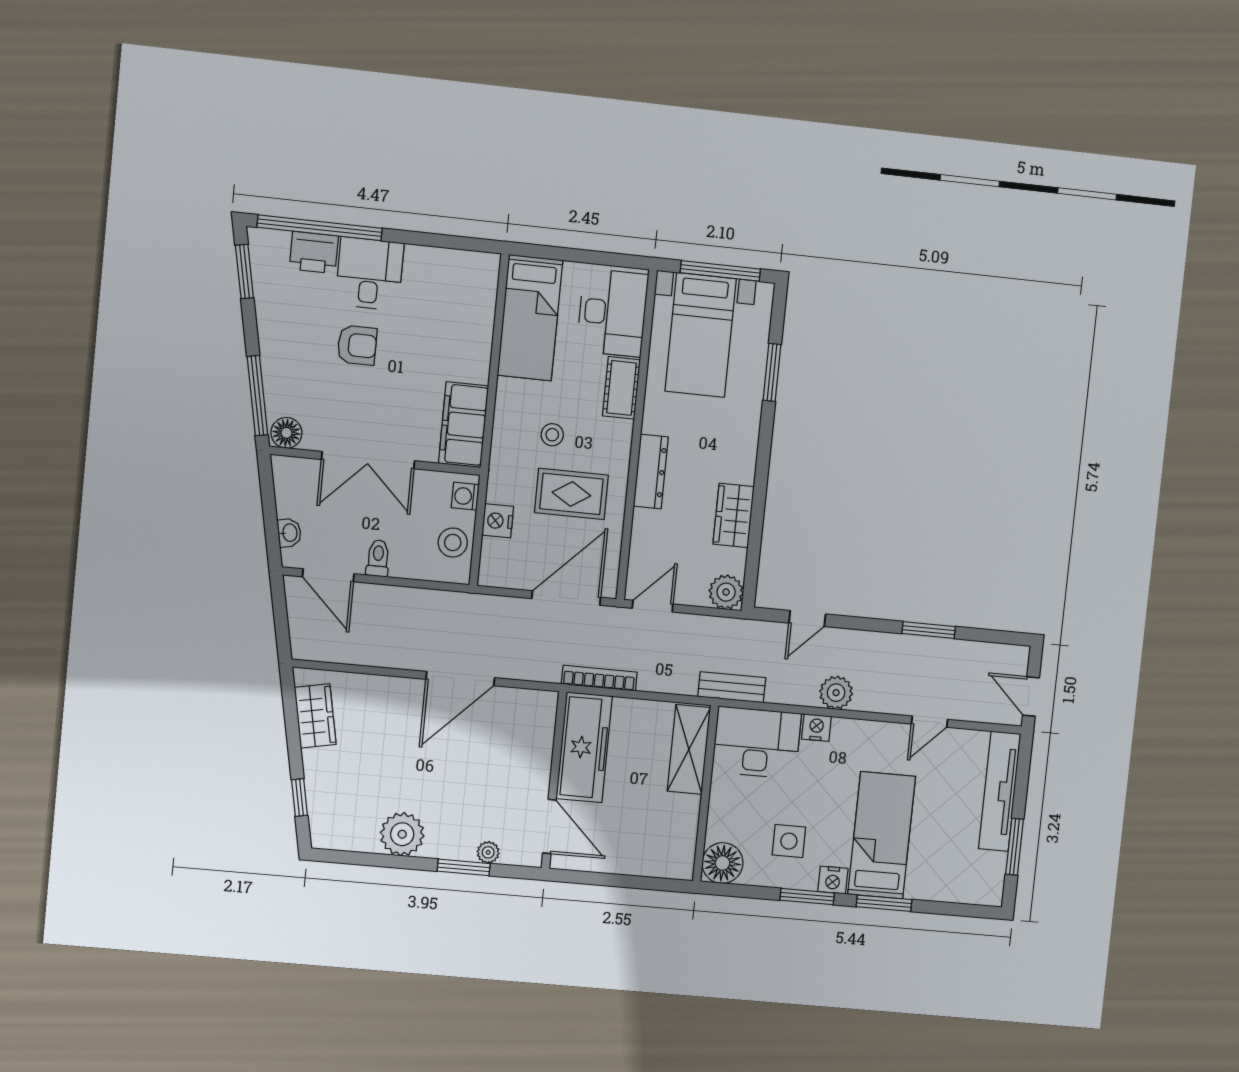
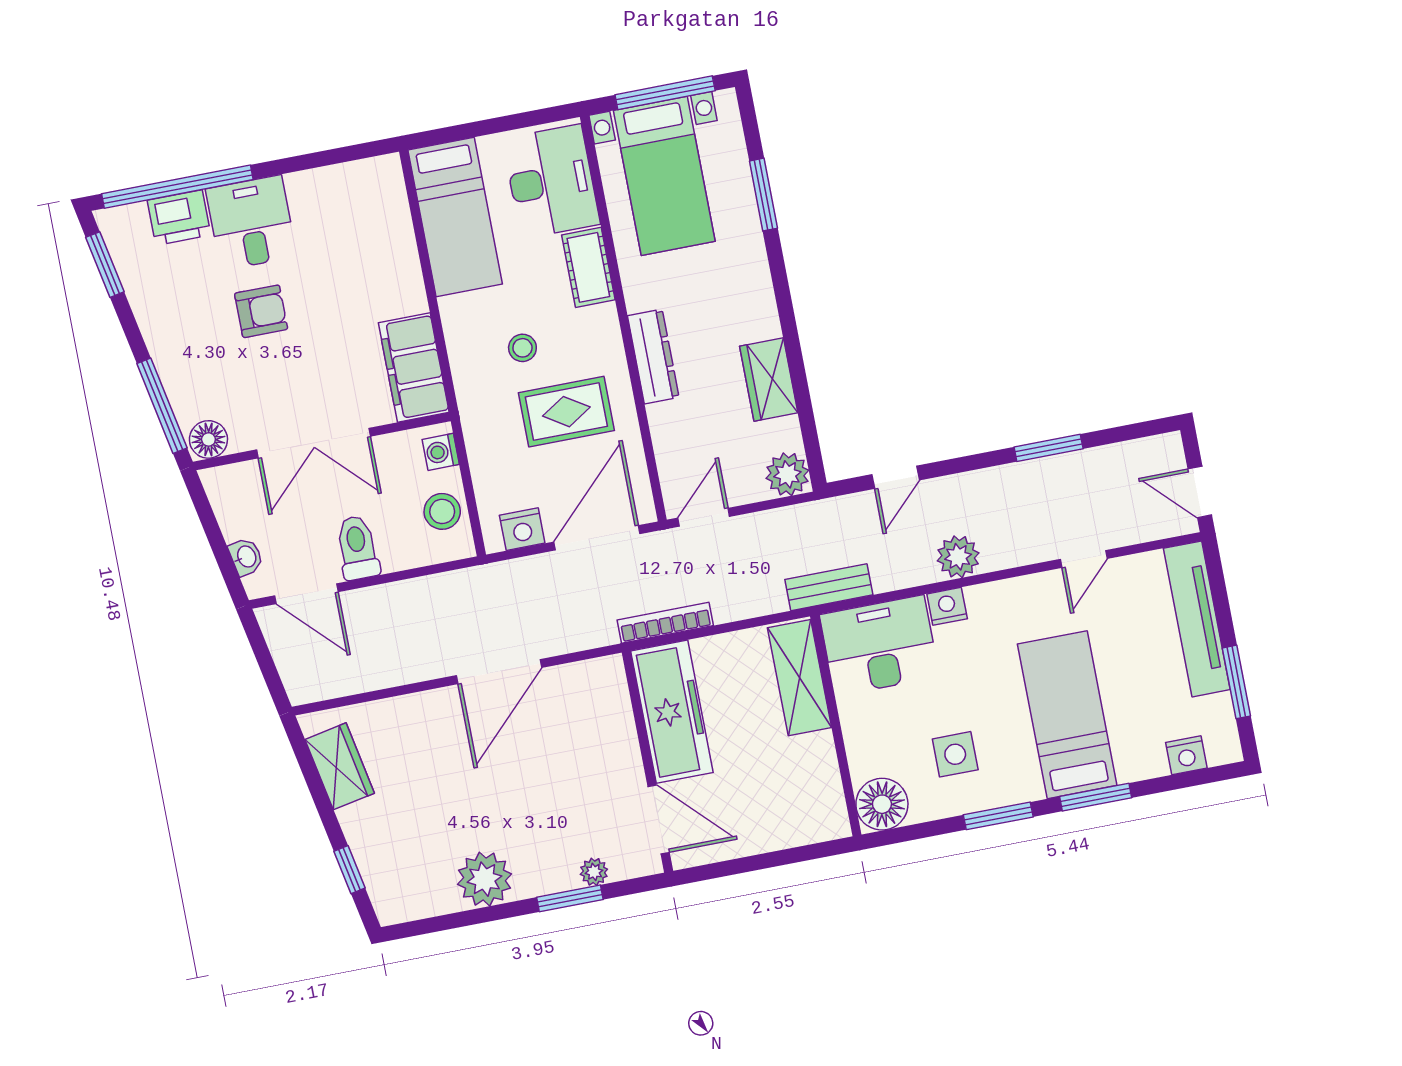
nightstand: (498, 521) -> (522, 529), moved, turned -90
toilet: (378, 558) -> (357, 548), width x1.37, depth x1.39
nightstand: (833, 880) -> (1186, 755), moved

